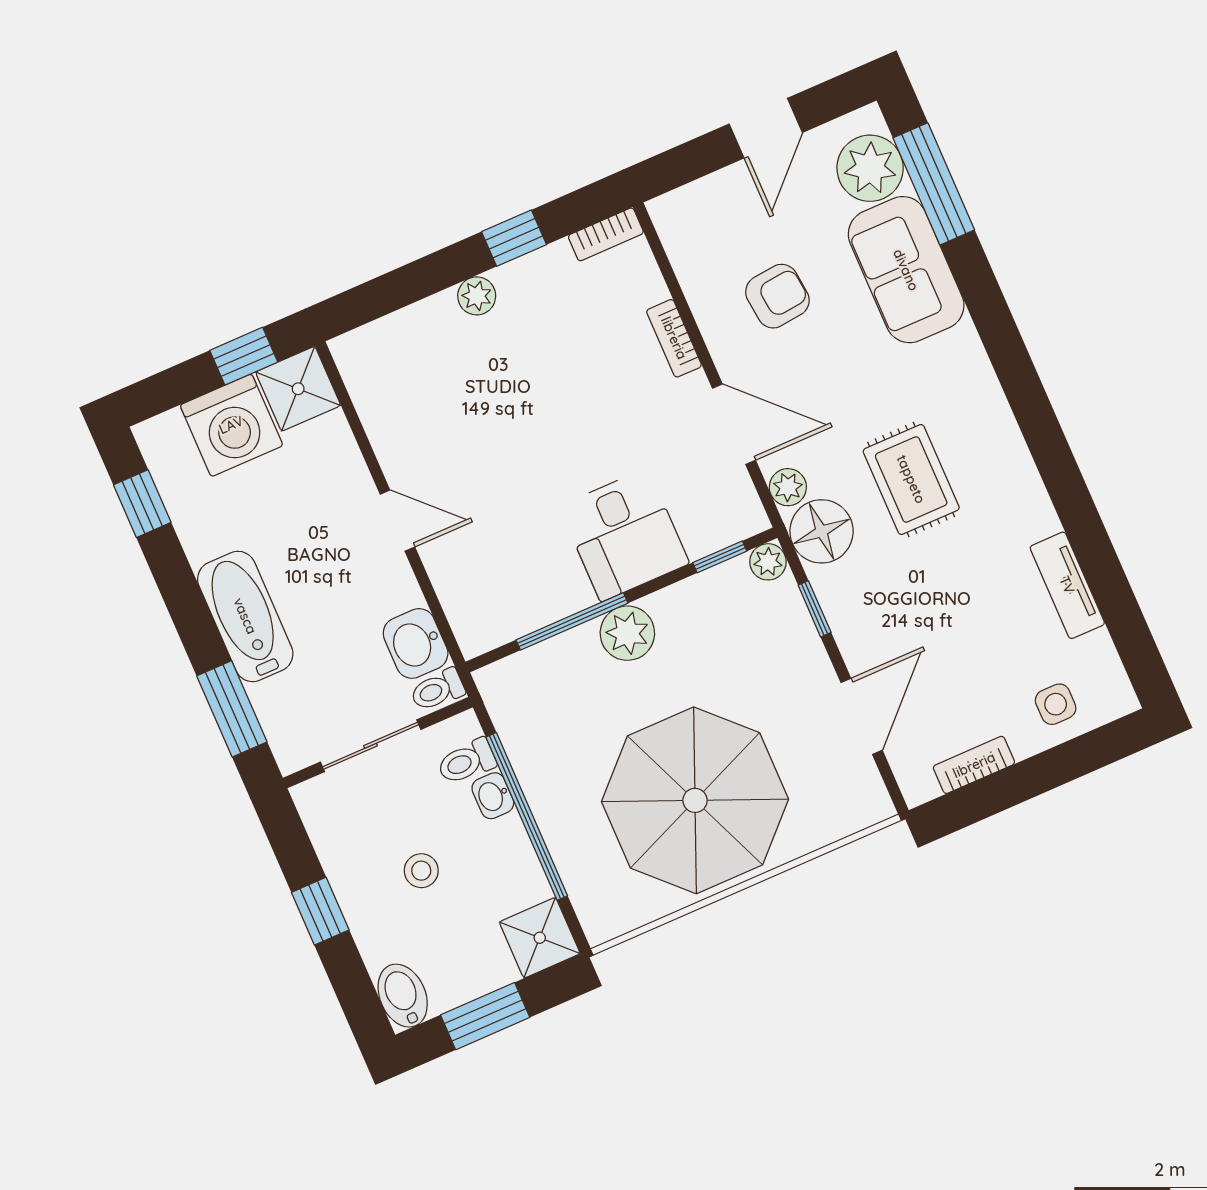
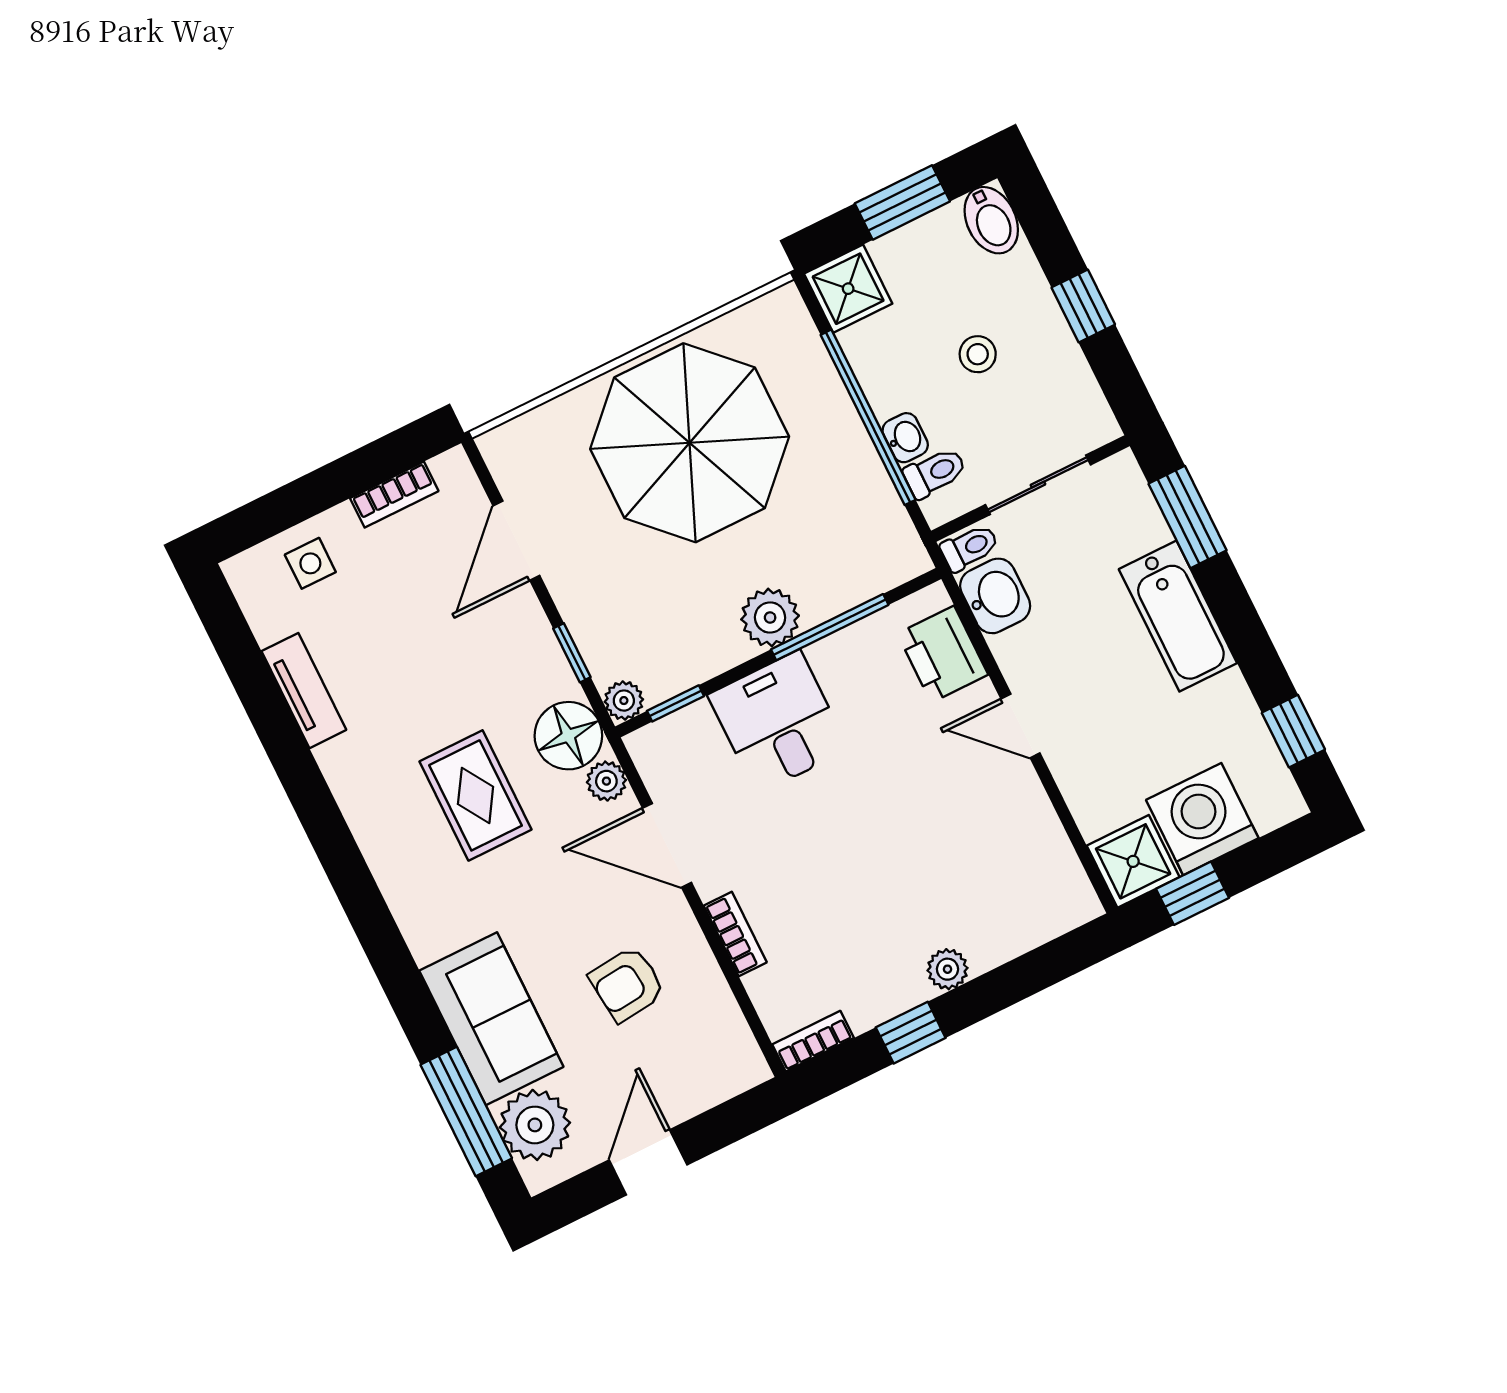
printer: (467, 591) -> (943, 654), added

